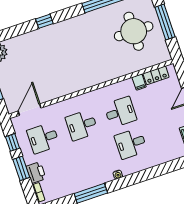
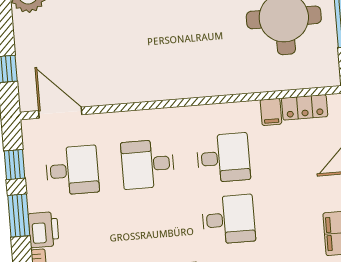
door: (30, 110) -> (60, 113), hinge flipped
desk: (43, 138) -> (72, 170), turned 180
desk: (131, 143) -> (228, 219), turned 180

